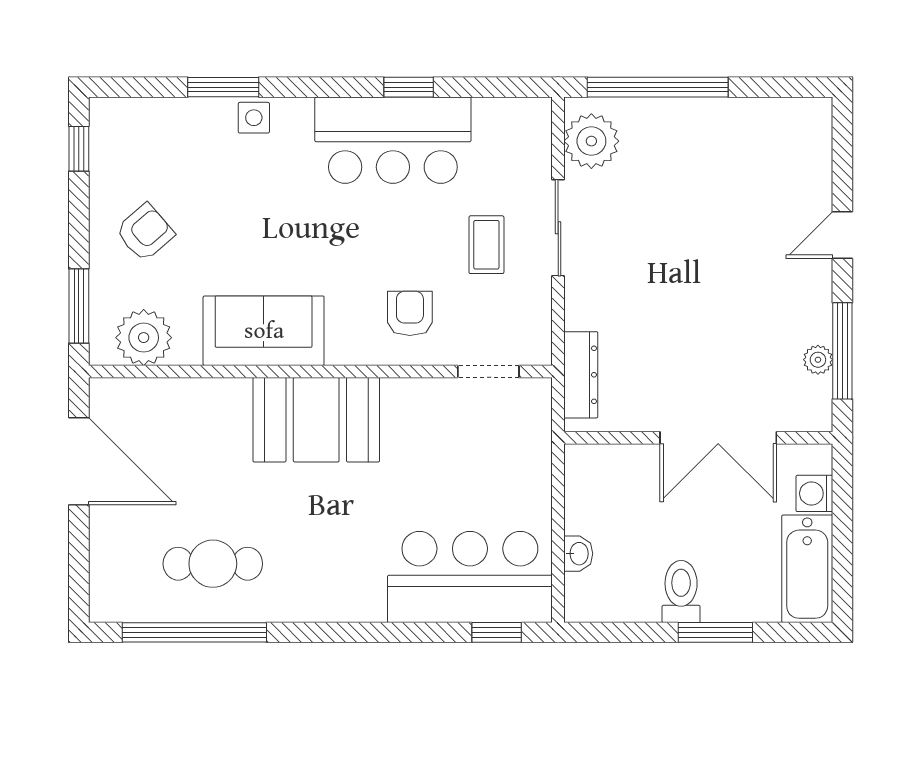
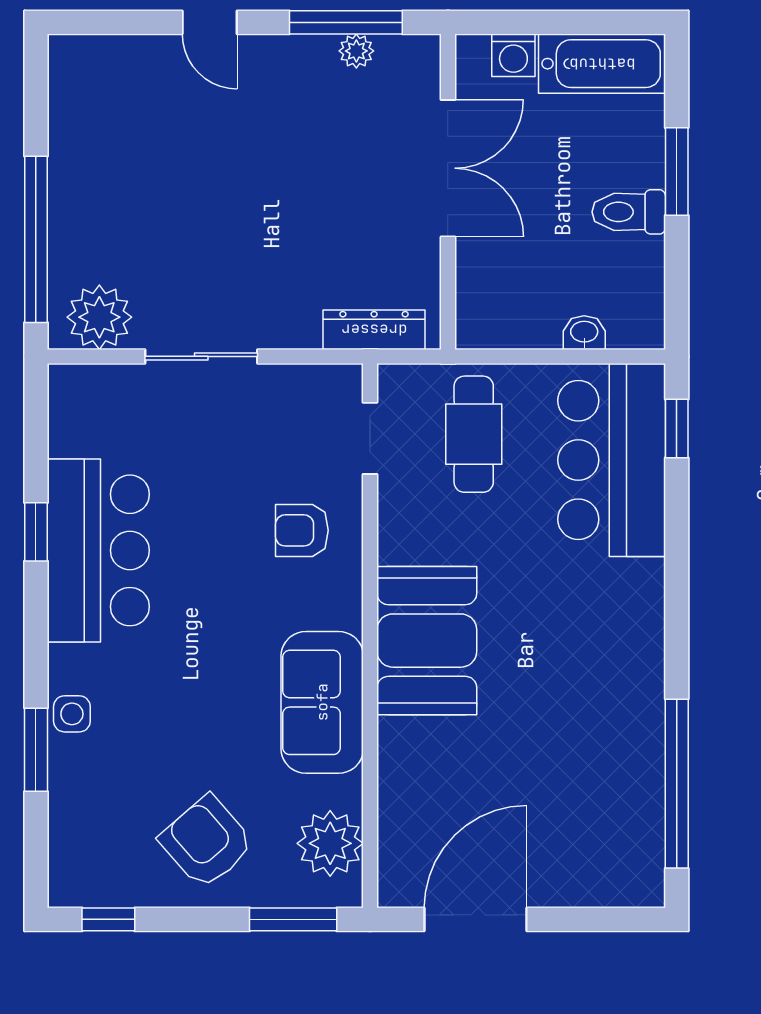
armchair: (145, 232) -> (207, 842), width x1.38, depth x1.38
coffee table: (486, 245) -> (221, 441), removed
cafe table: (213, 564) -> (474, 434), moved

